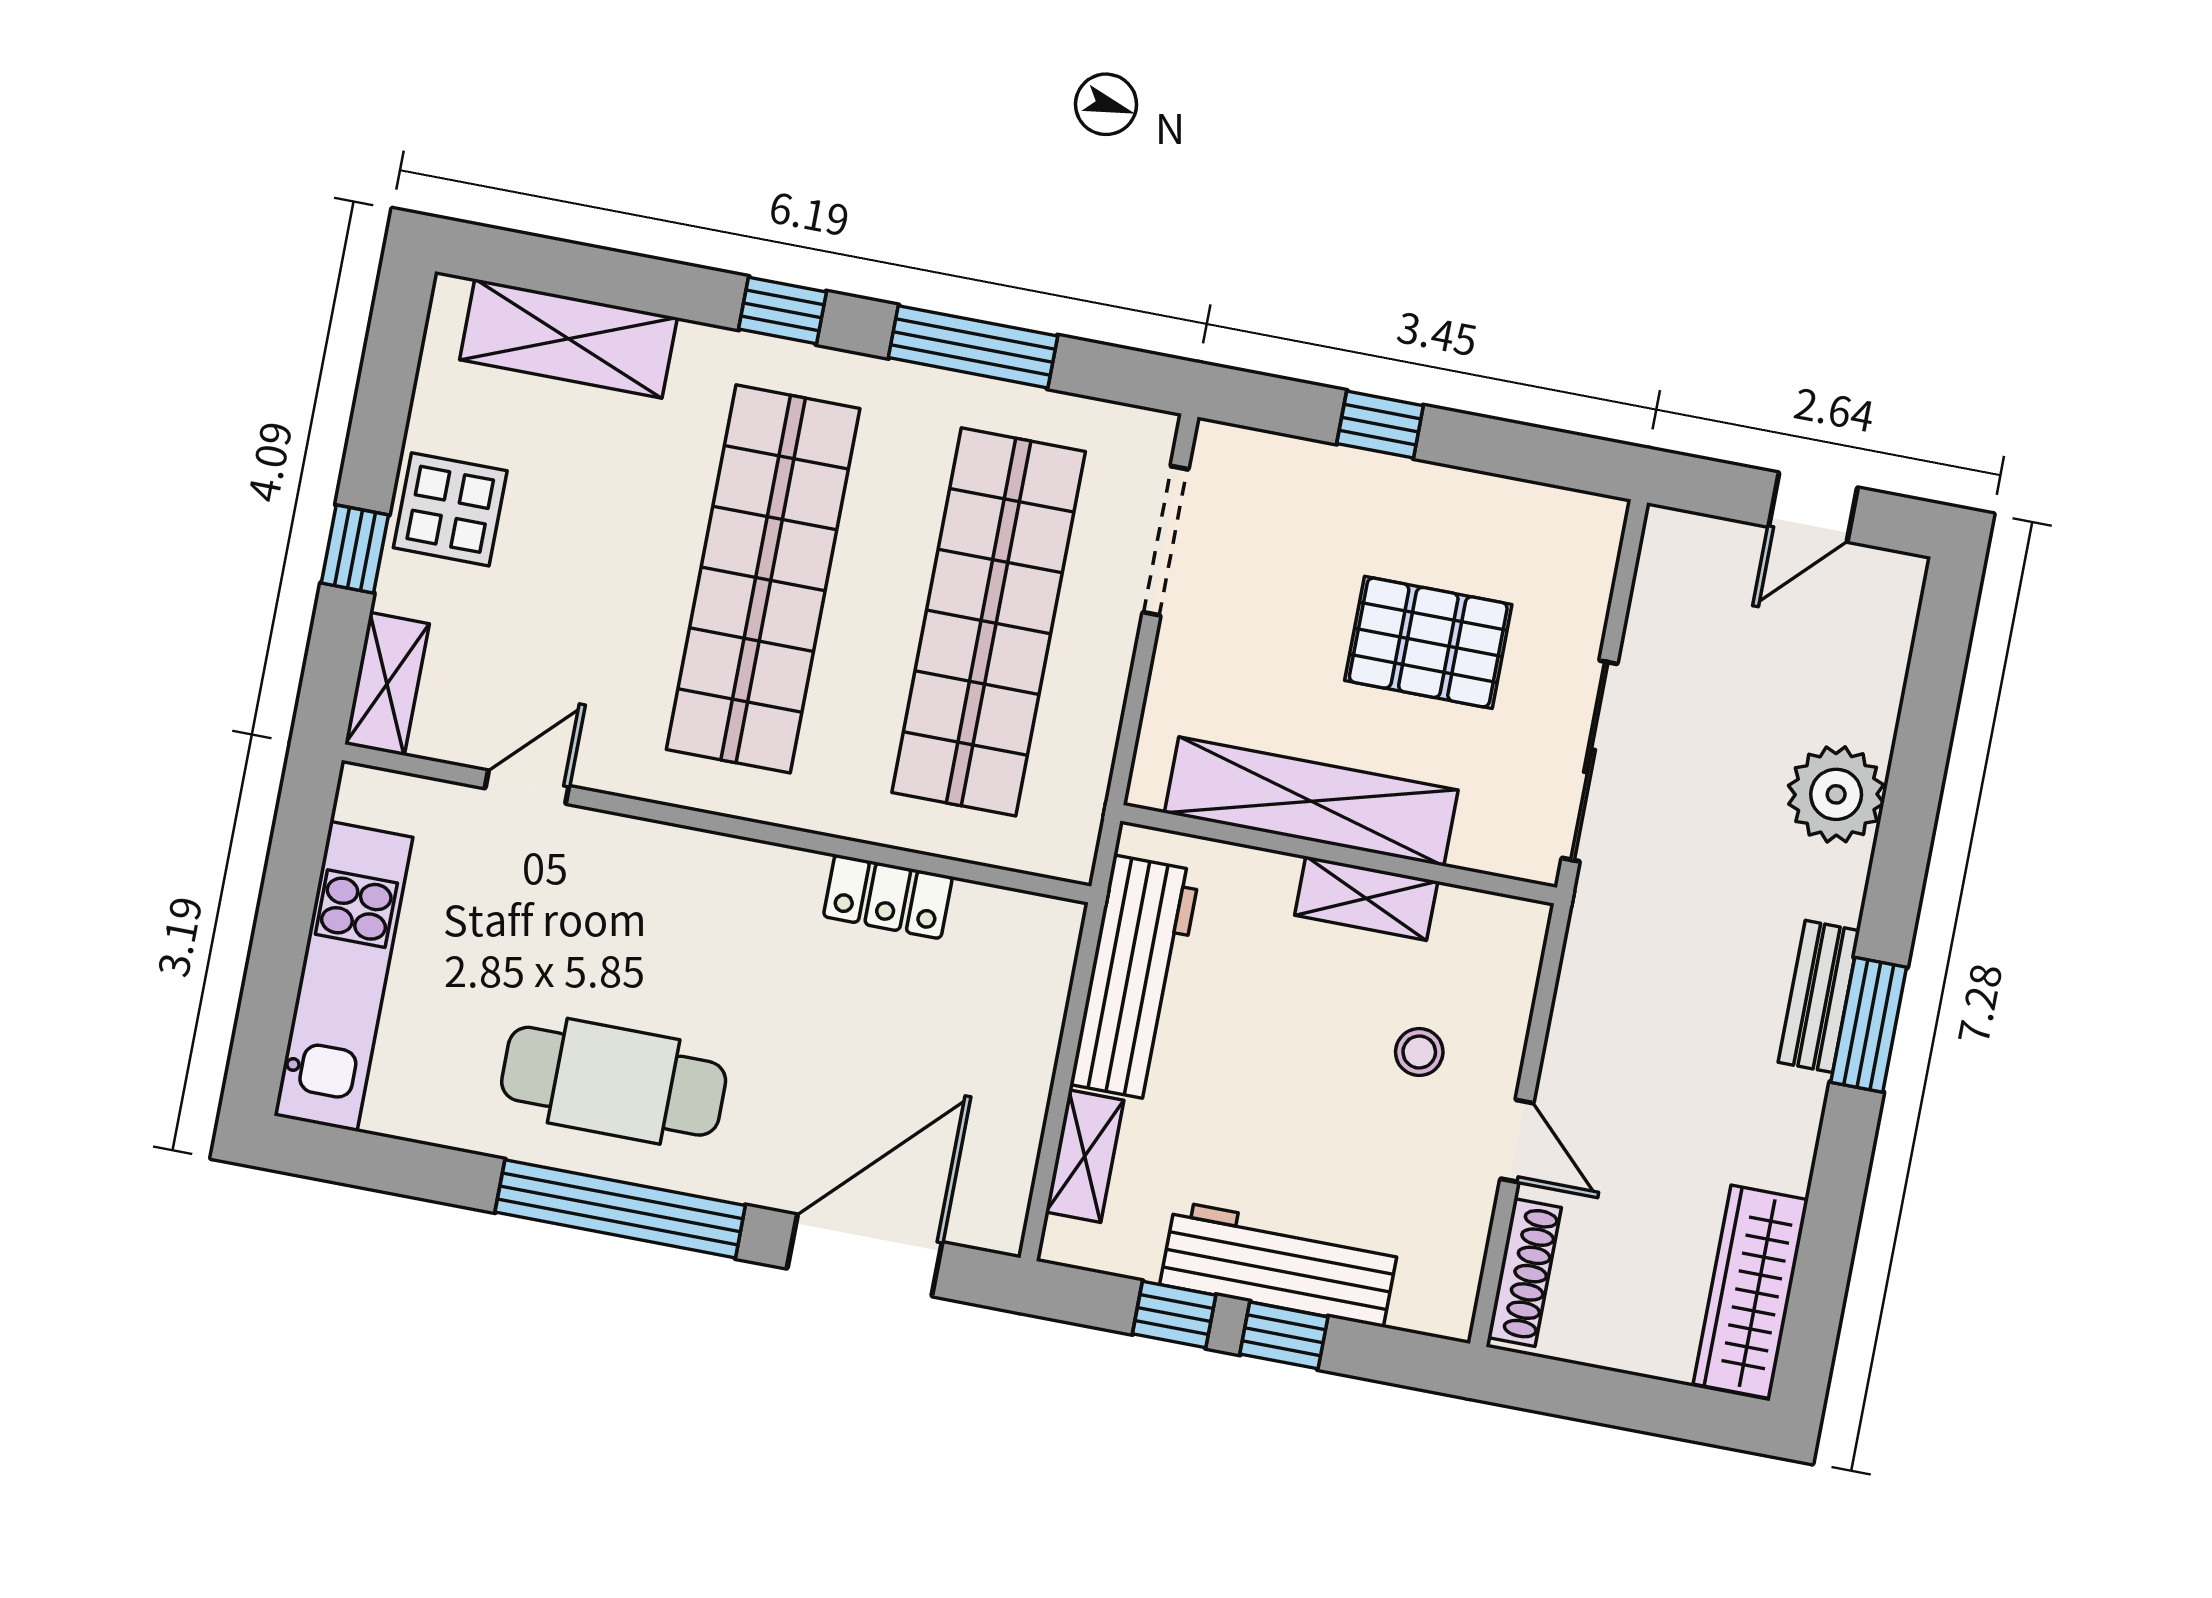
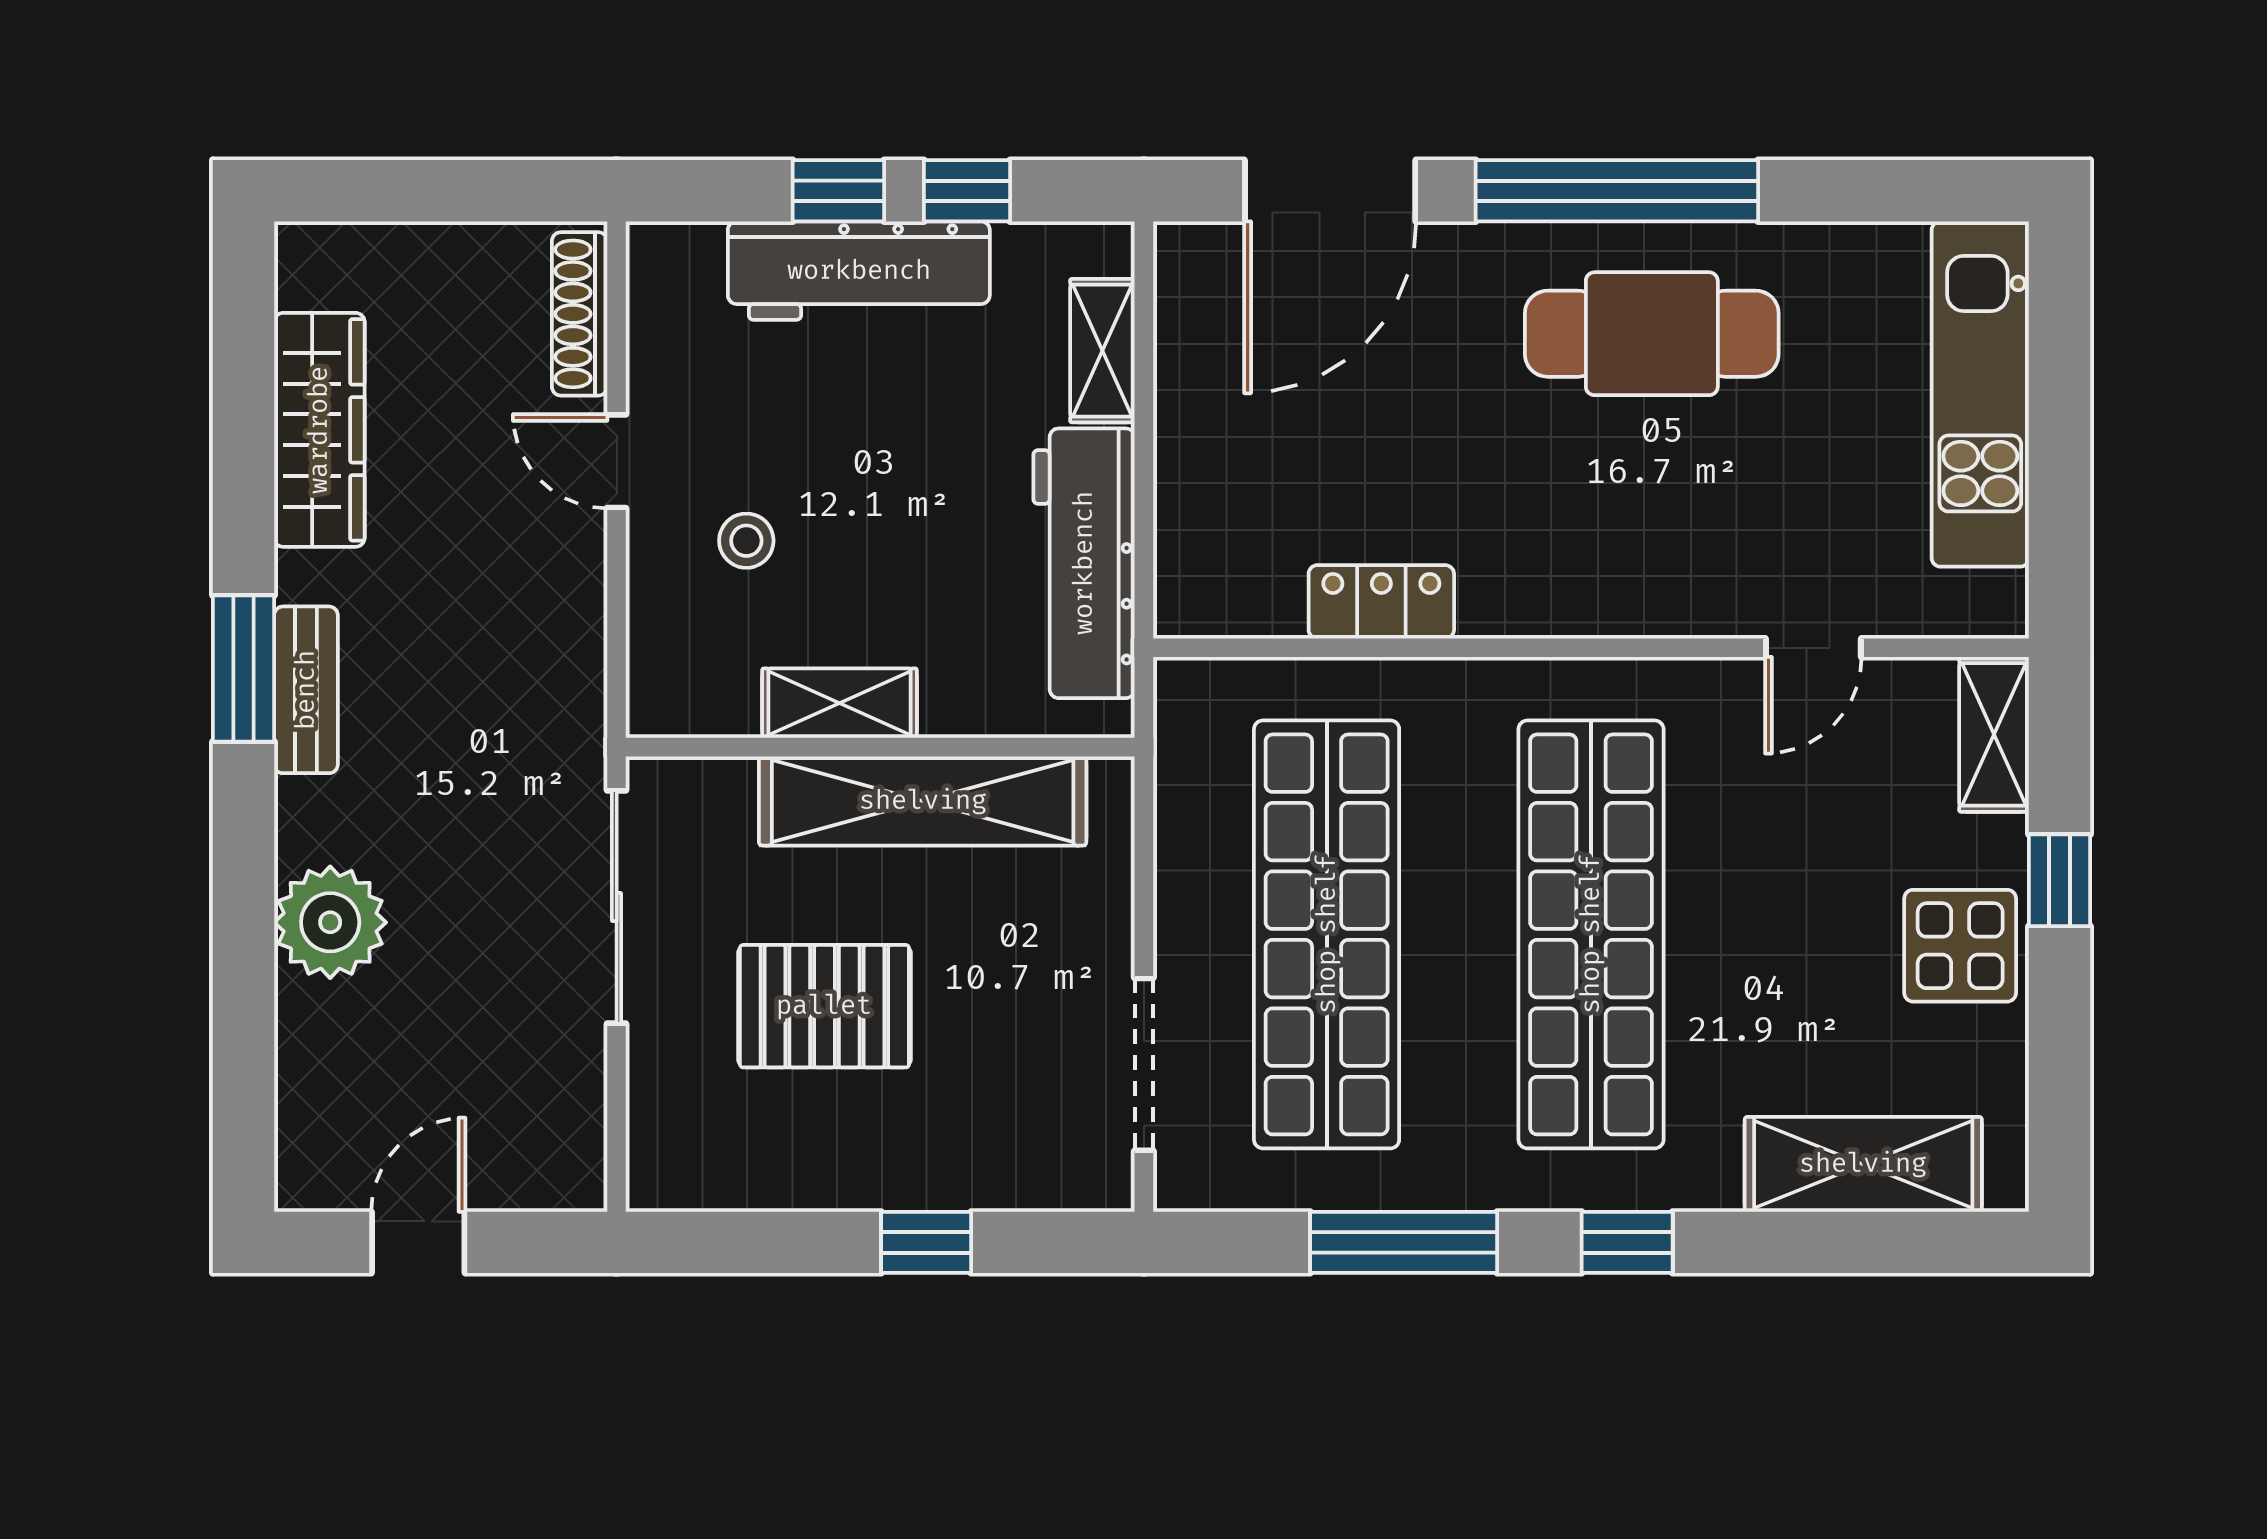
wardrobe: (1751, 1292) -> (319, 430), moved

